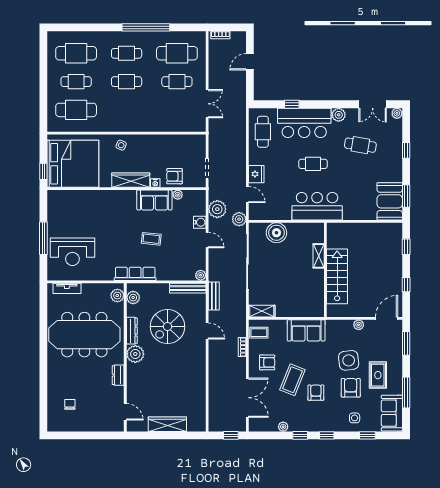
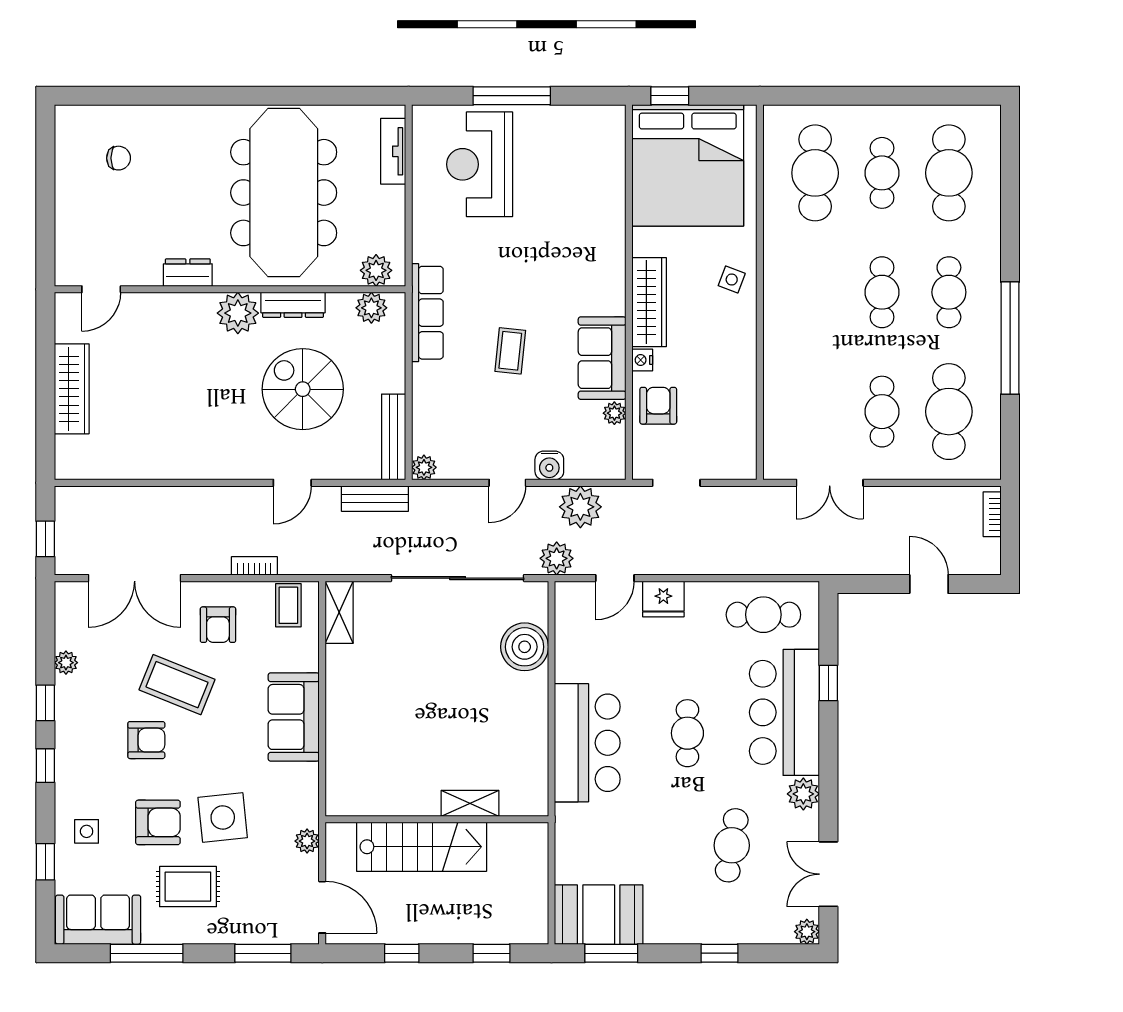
shelving: (319, 256) -> (470, 803), moved
wall: (325, 270) -> (437, 819), moved
stairs: (337, 276) -> (422, 847), moved

